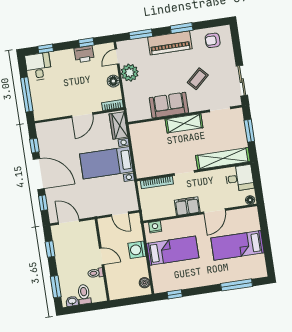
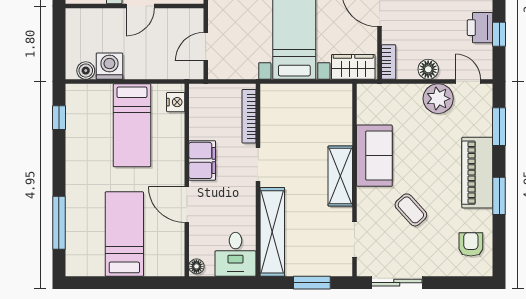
washing machine: (137, 250) -> (109, 66), moved

